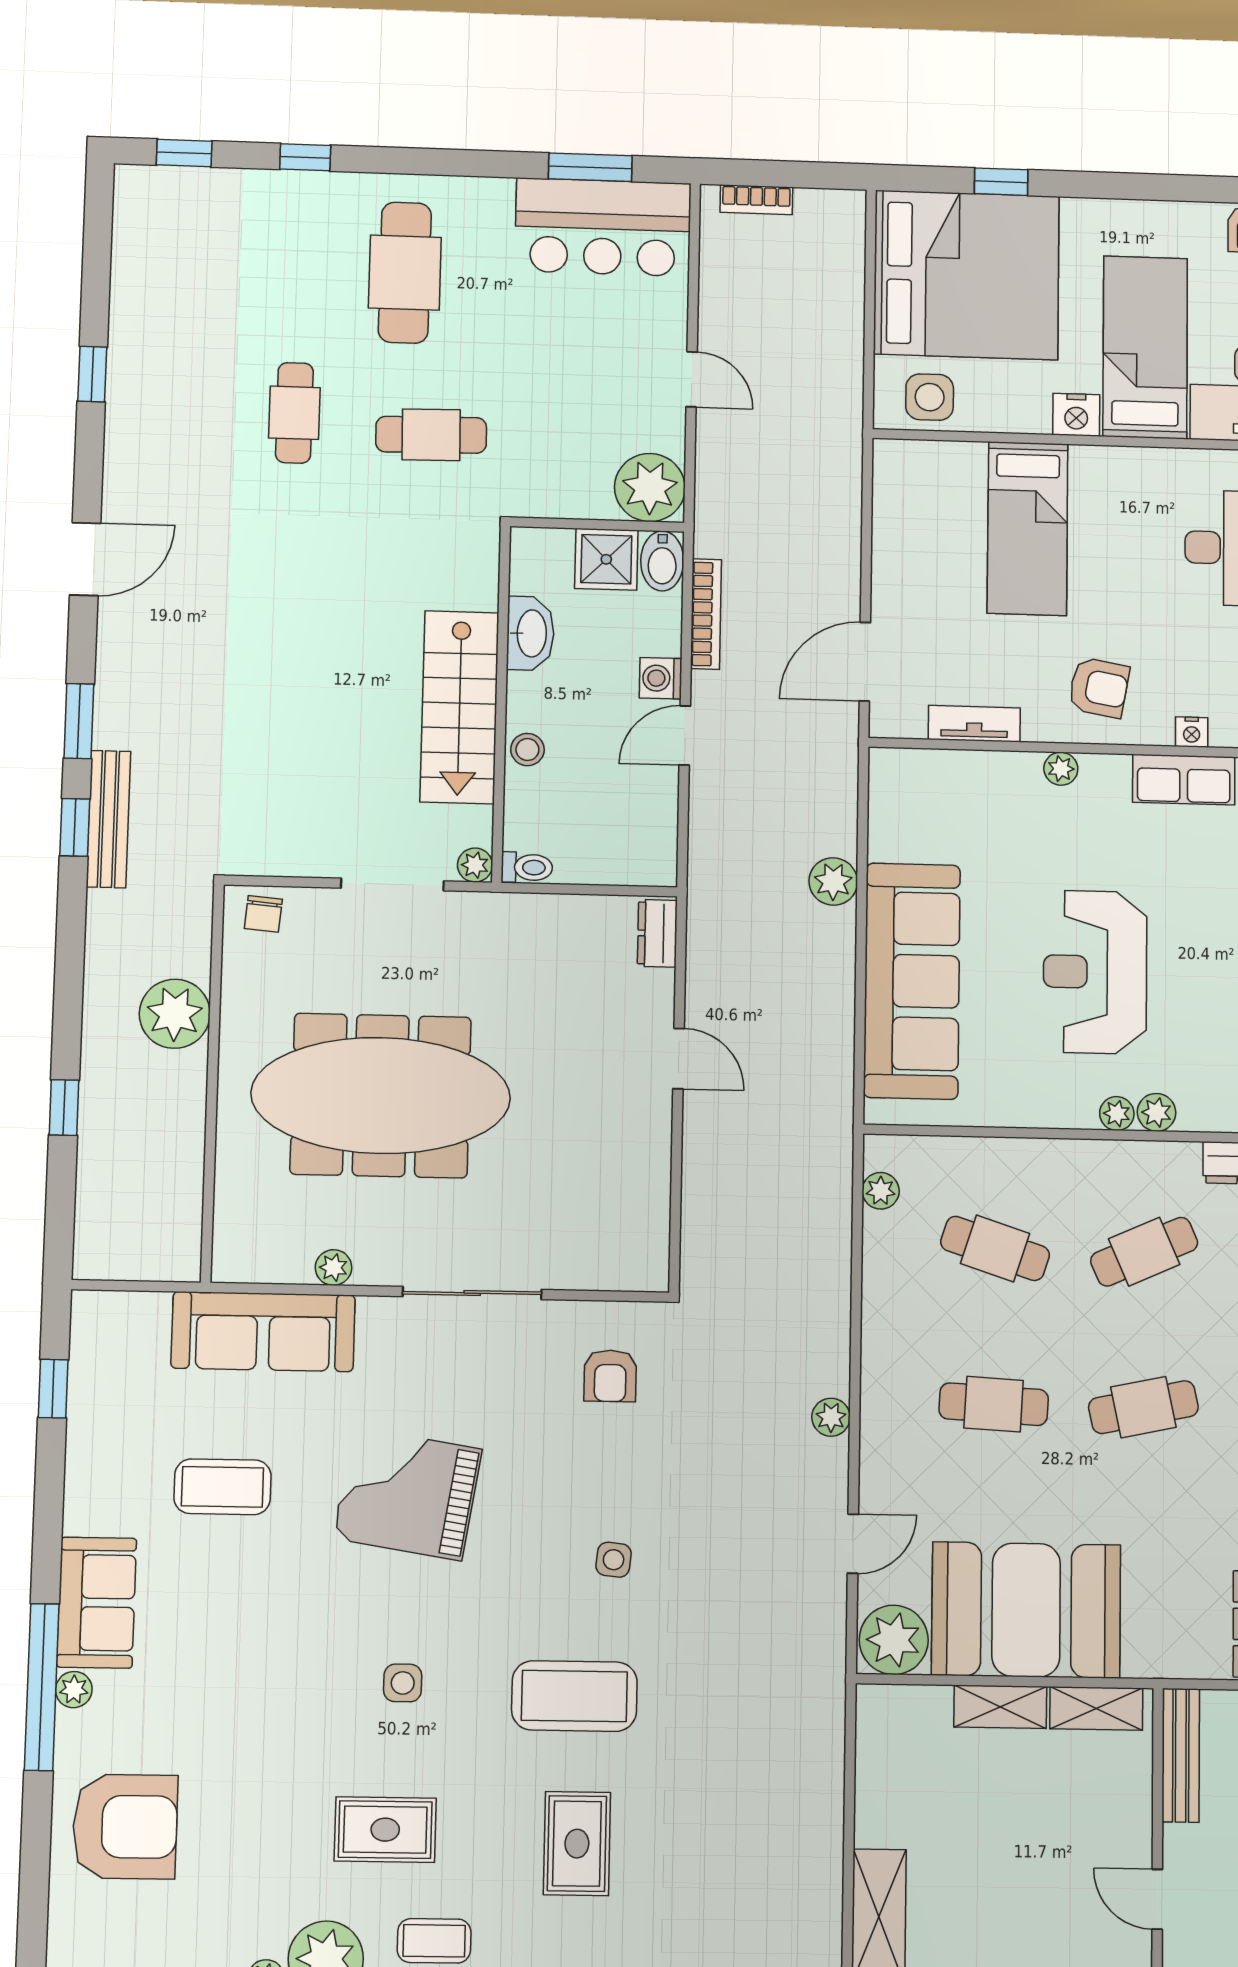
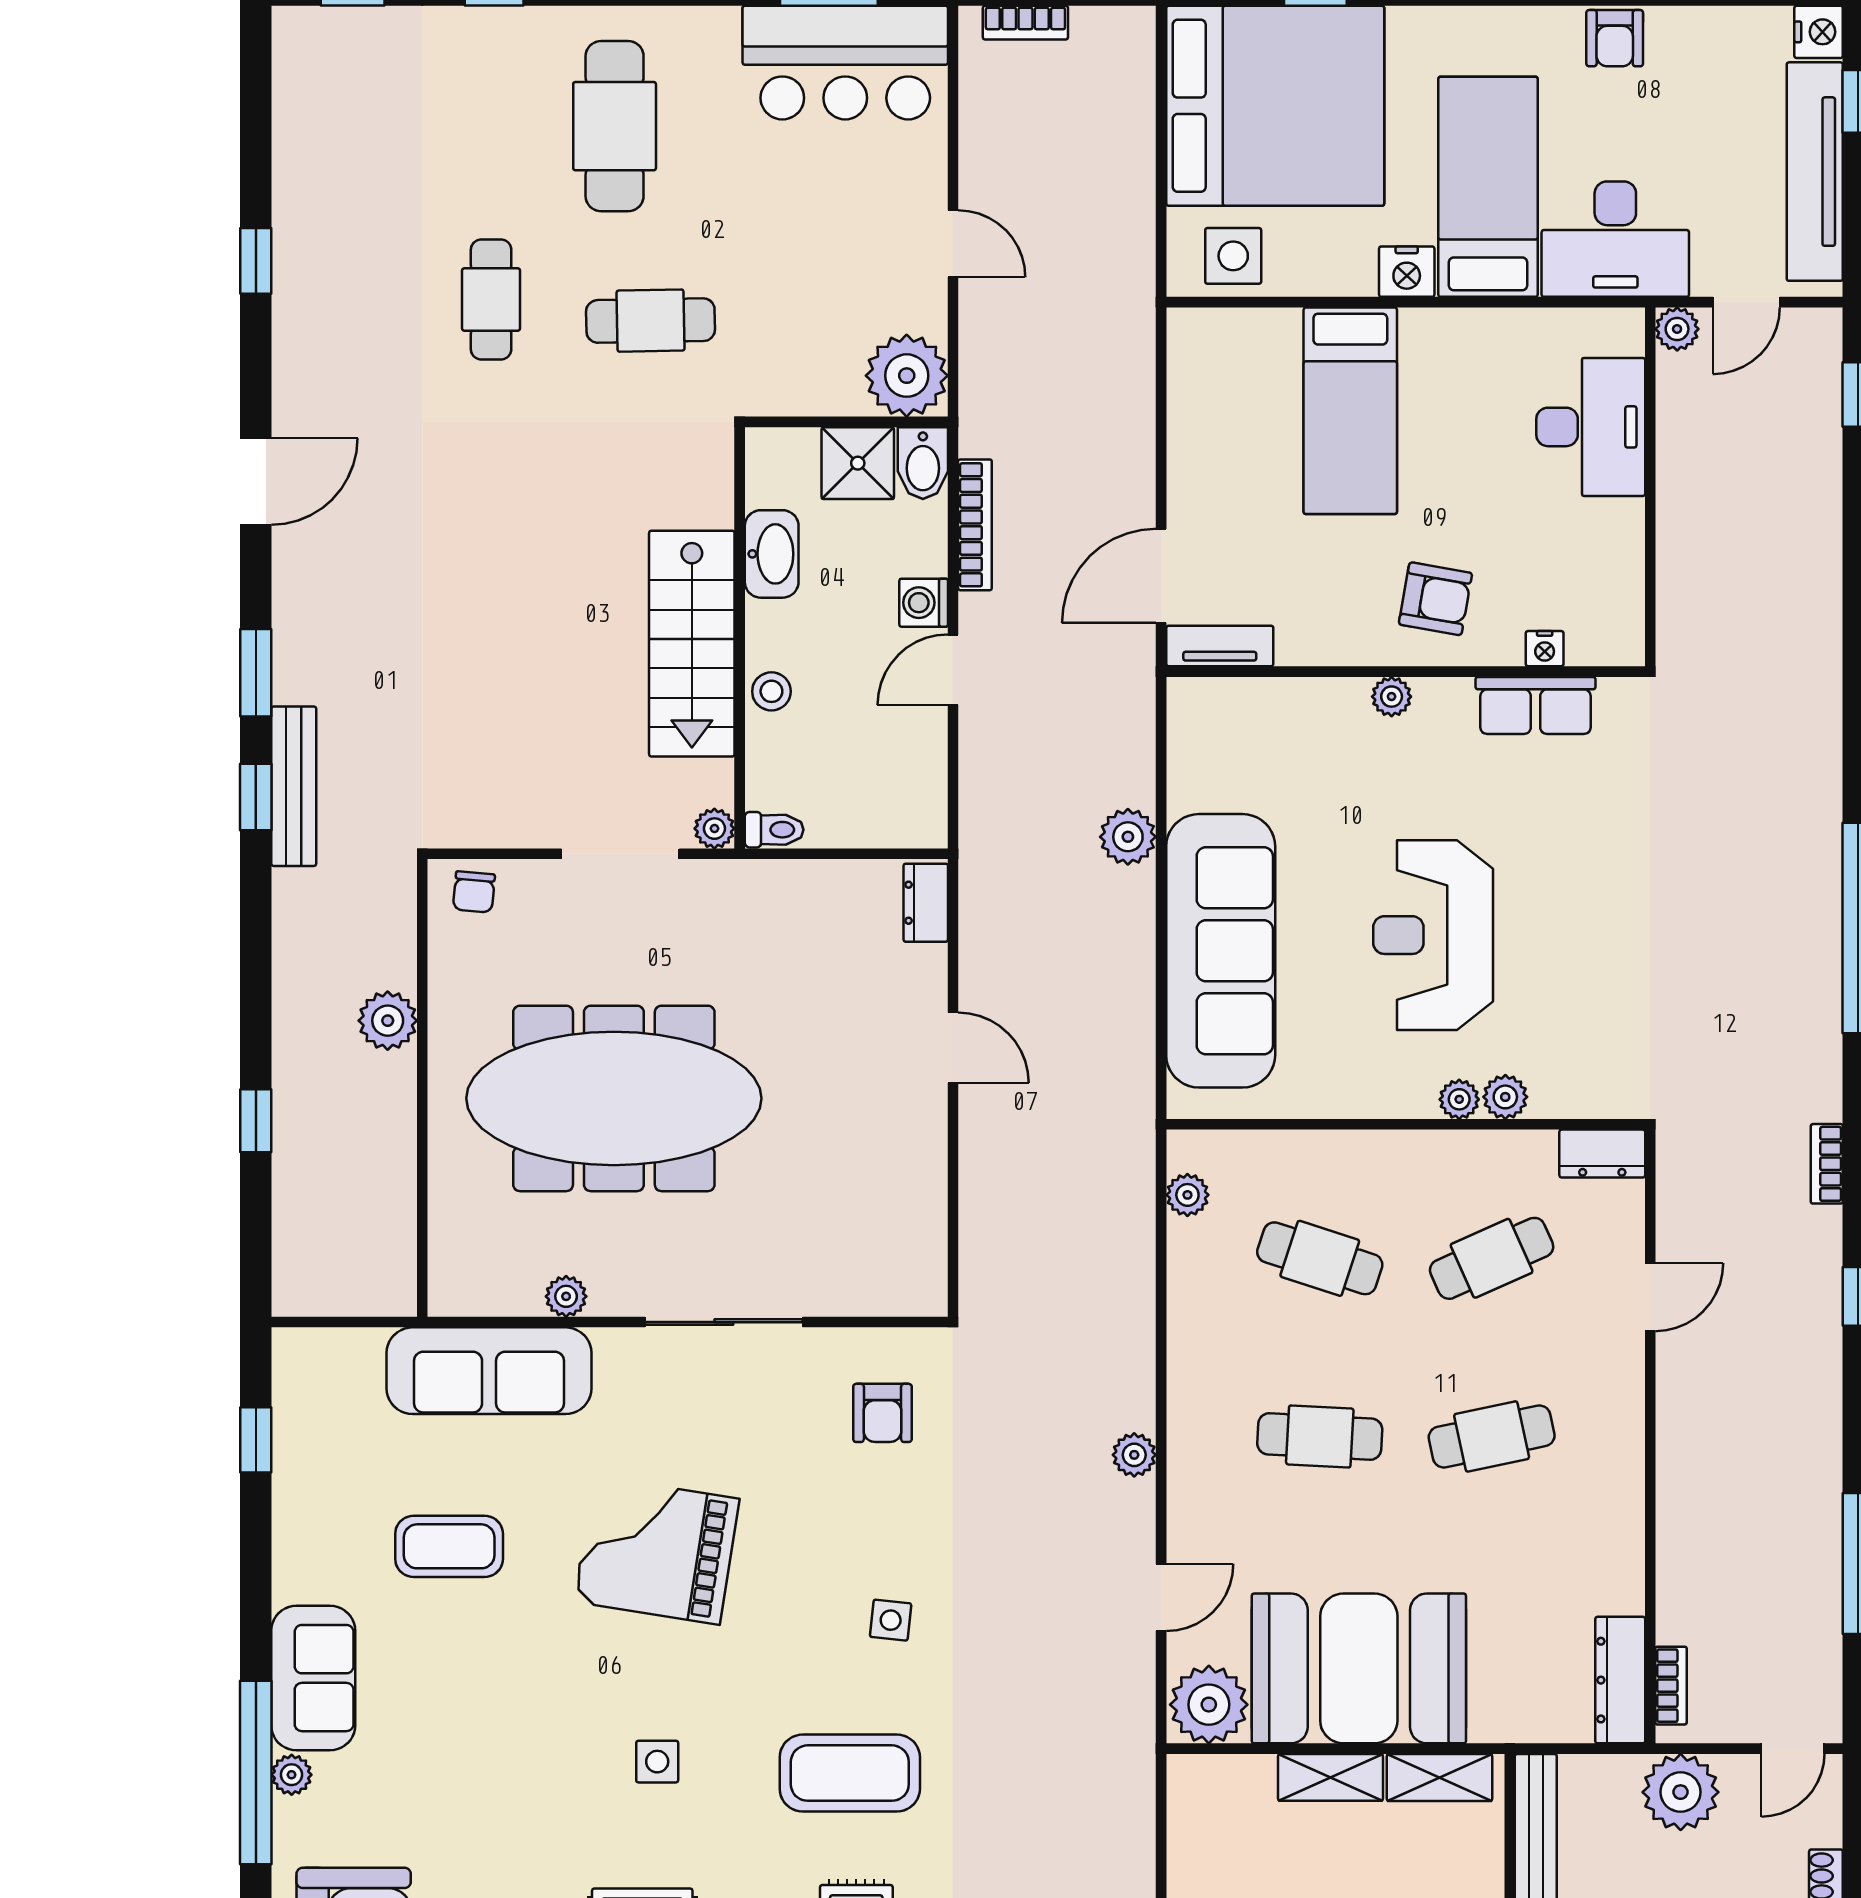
tv unit: (974, 724) -> (1220, 646), moved
plant: (175, 1014) -> (388, 1021), width x0.73, depth x0.73

